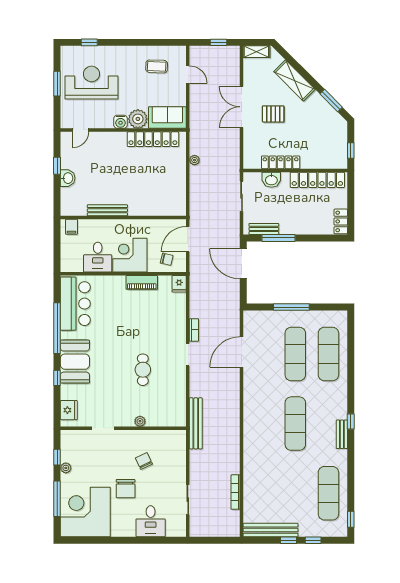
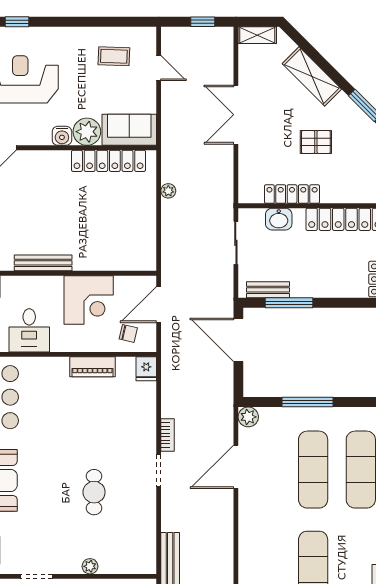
pallet: (273, 114) -> (316, 142), moved
corner desk: (130, 255) -> (89, 300), moved, turned 180
plant: (250, 317) -> (248, 417), added

